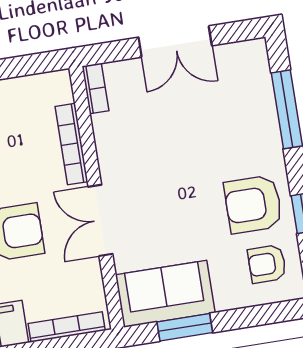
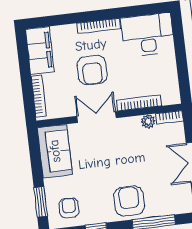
plant: (104, 127) -> (148, 121), added
armchair: (253, 204) -> (129, 201), moved
window: (185, 327) -> (41, 202), moved

